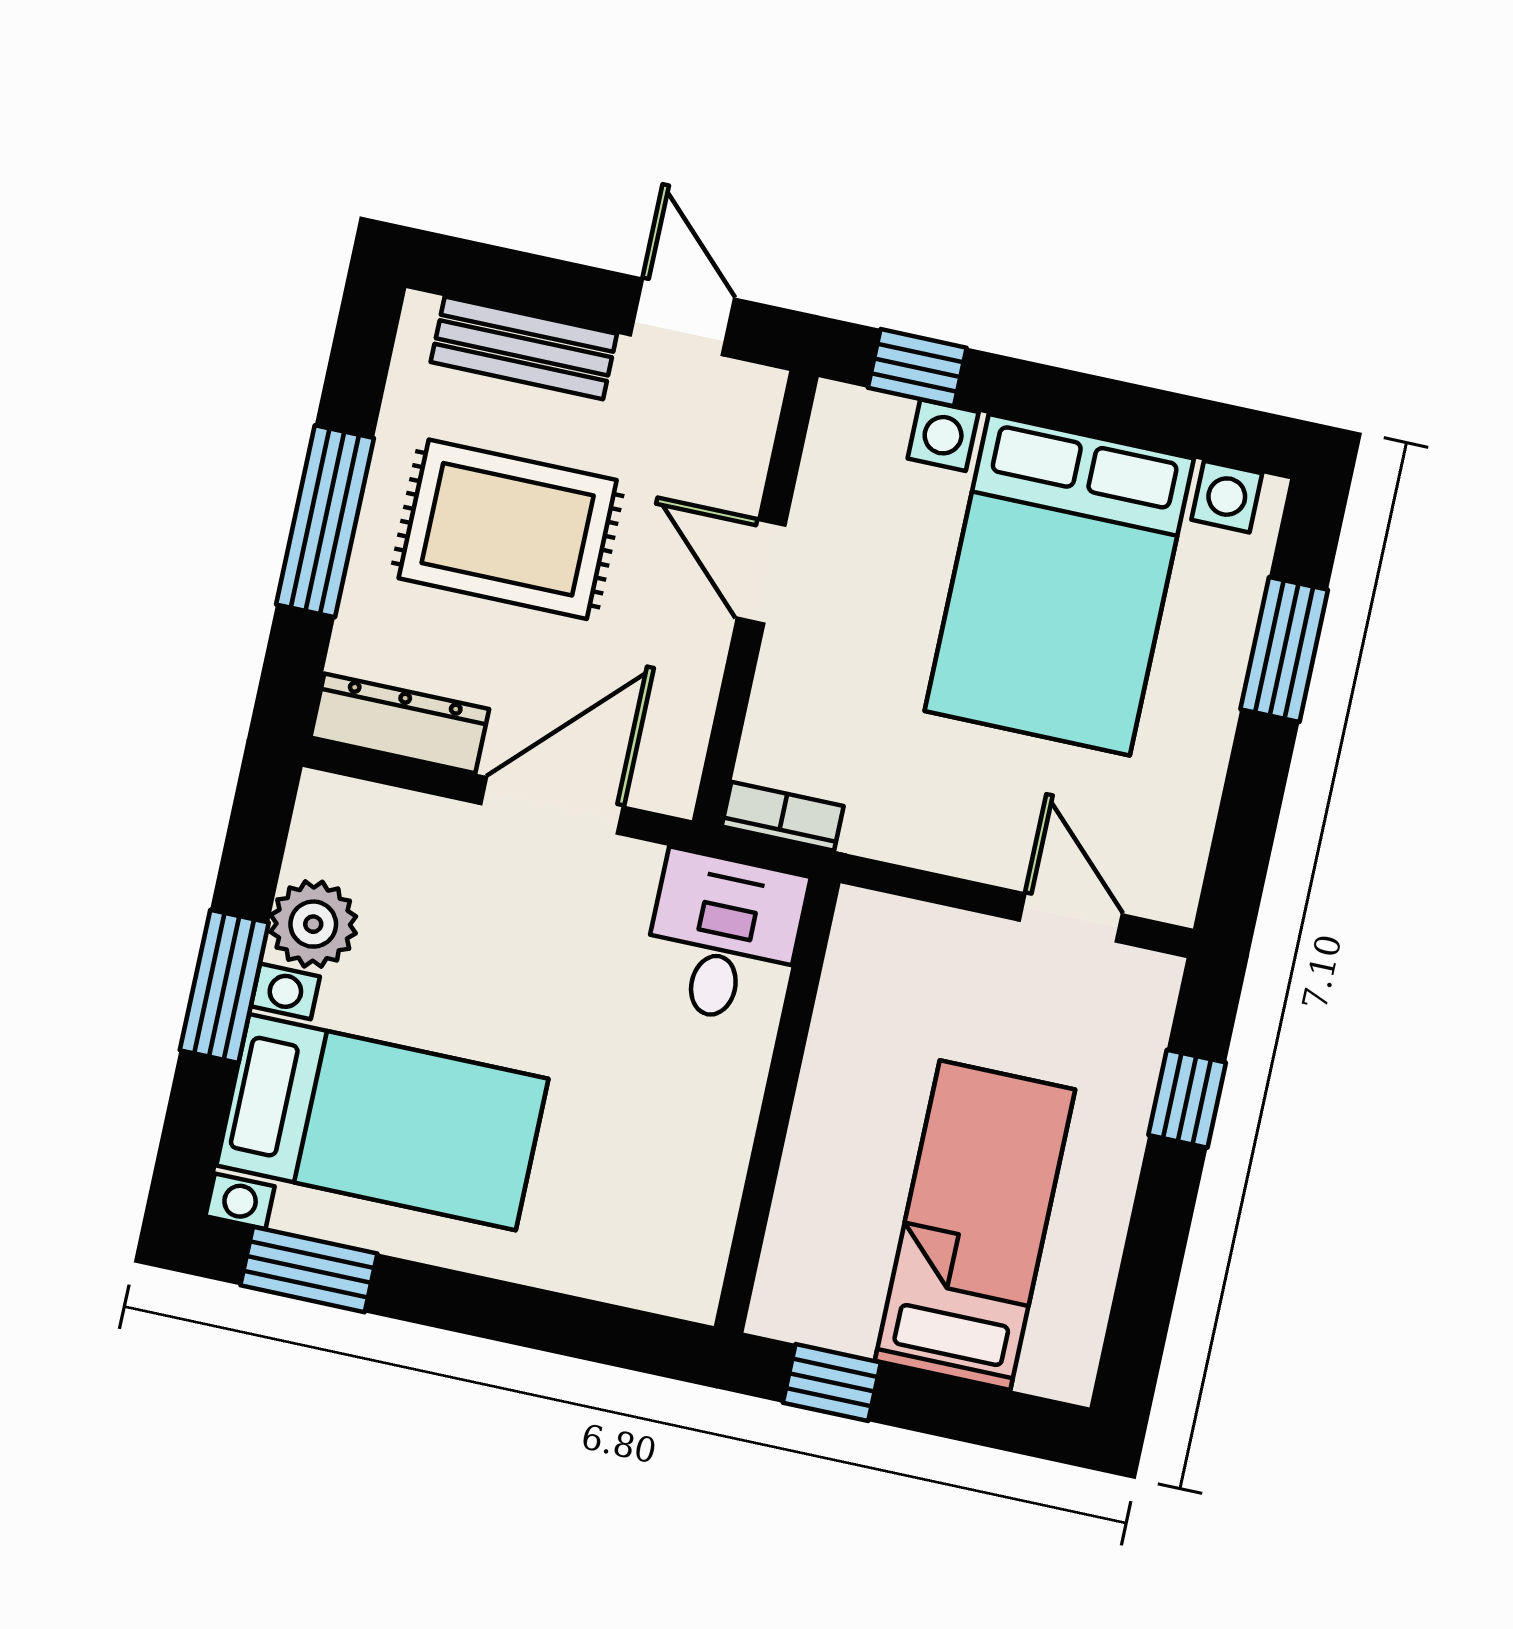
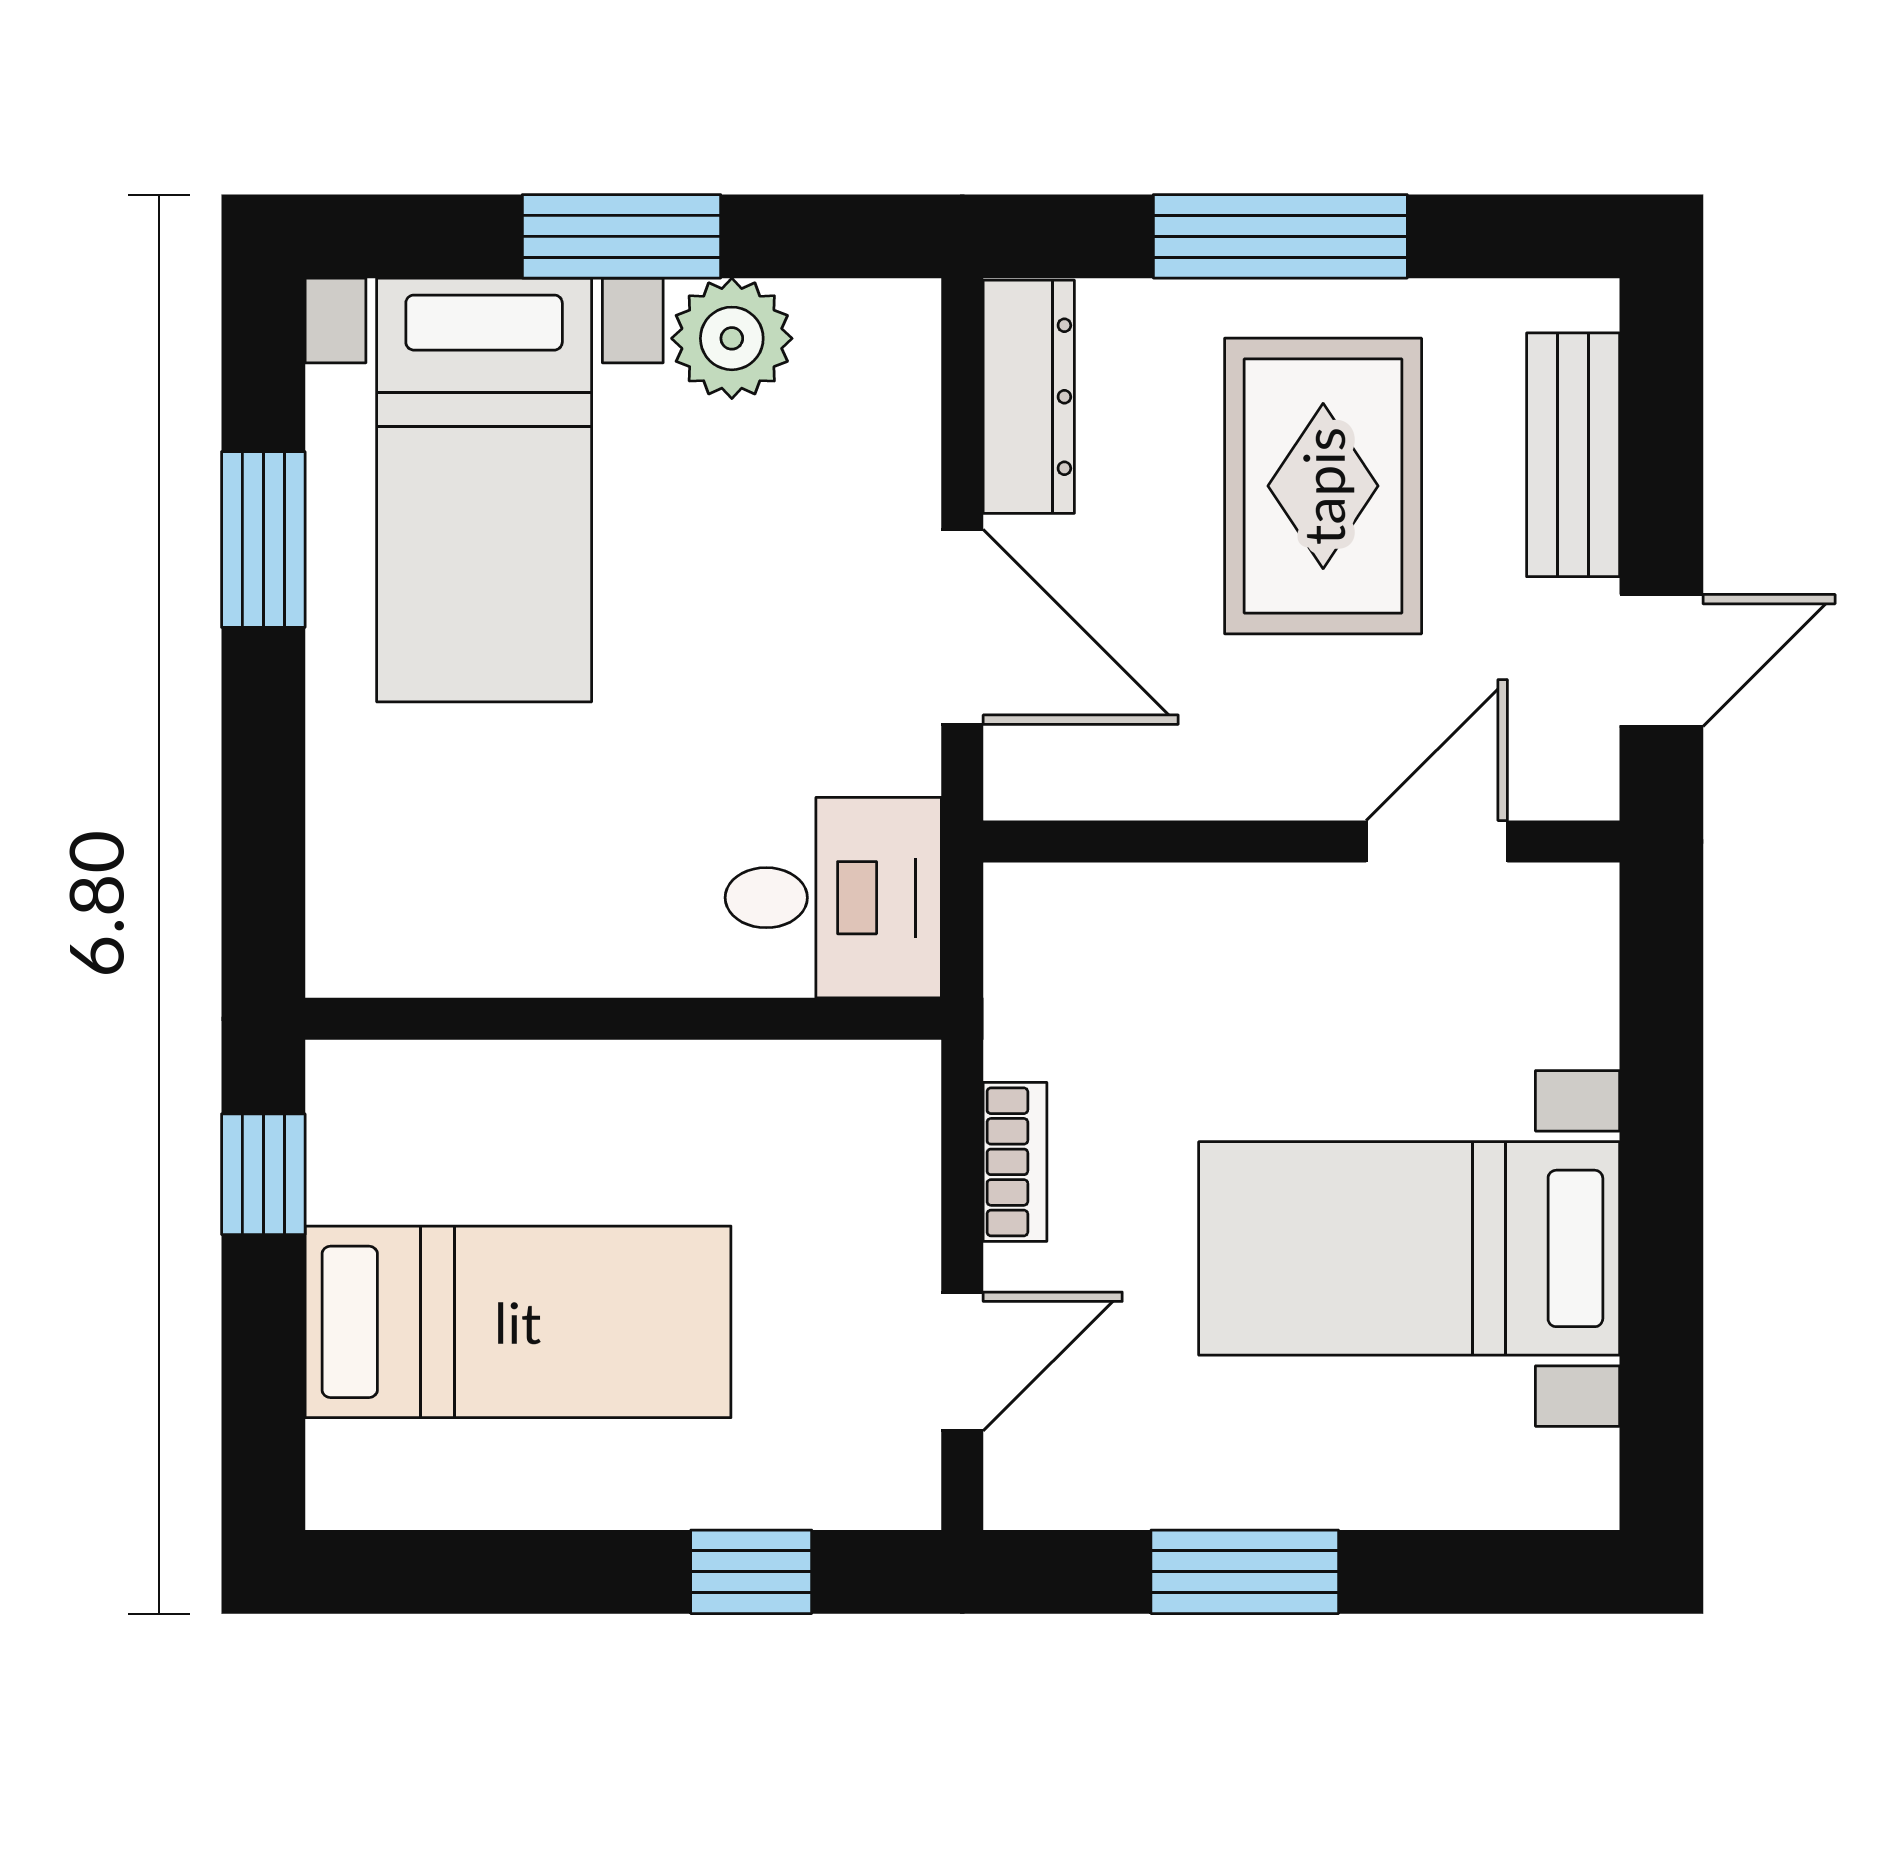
window: (917, 368) -> (1661, 993), removed
door: (761, 572) -> (1437, 841), moved
bed with nightstands: (1059, 585) -> (1409, 1248), width x0.73
window: (1284, 649) -> (1245, 1572), moved
bookcase: (783, 816) -> (1015, 1162), moved
window: (309, 1269) -> (263, 540), moved

